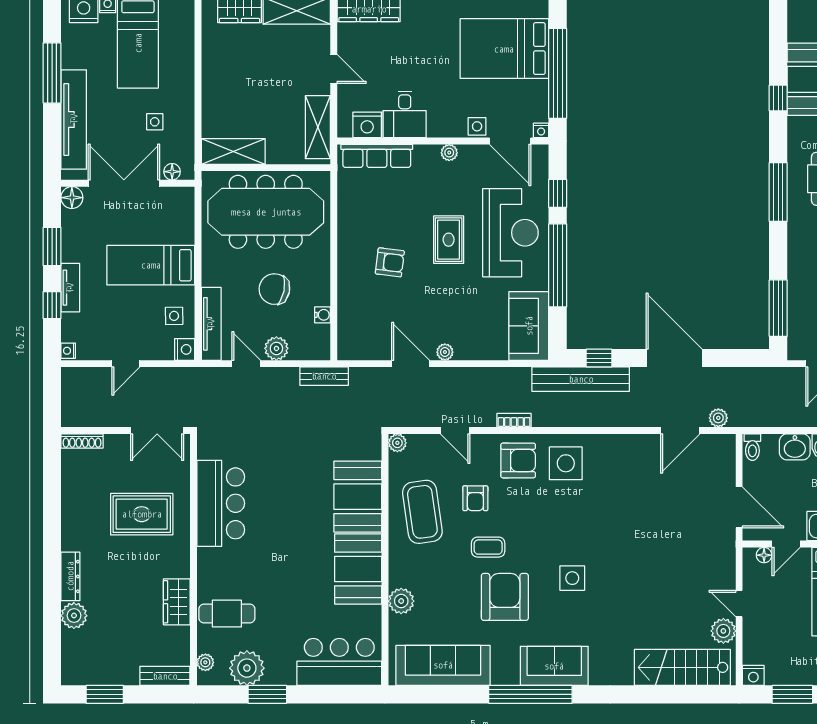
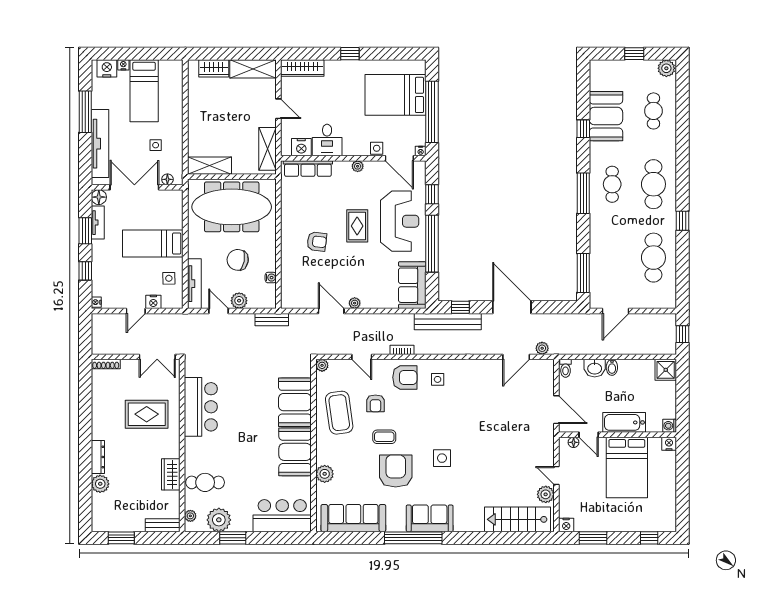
tv unit: (70, 288) -> (98, 223), moved
nightstand: (185, 349) -> (153, 302), moved, turned 90
side table: (566, 463) -> (438, 379), width x0.54, depth x0.54
door: (786, 544) -> (589, 435), hinge flipped

